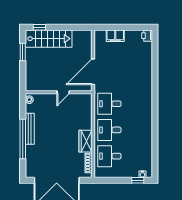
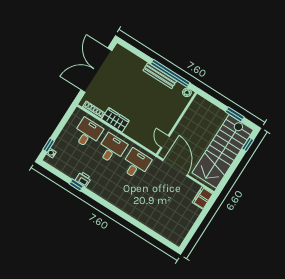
filing cabinet: (115, 36) -> (203, 198), moved
printer: (147, 36) -> (83, 179), moved
stairs: (49, 39) -> (223, 151), width x1.36, depth x1.51
door: (63, 92) -> (165, 142), moved
window: (23, 139) -> (170, 73), moved
window: (155, 139) -> (76, 185), added

